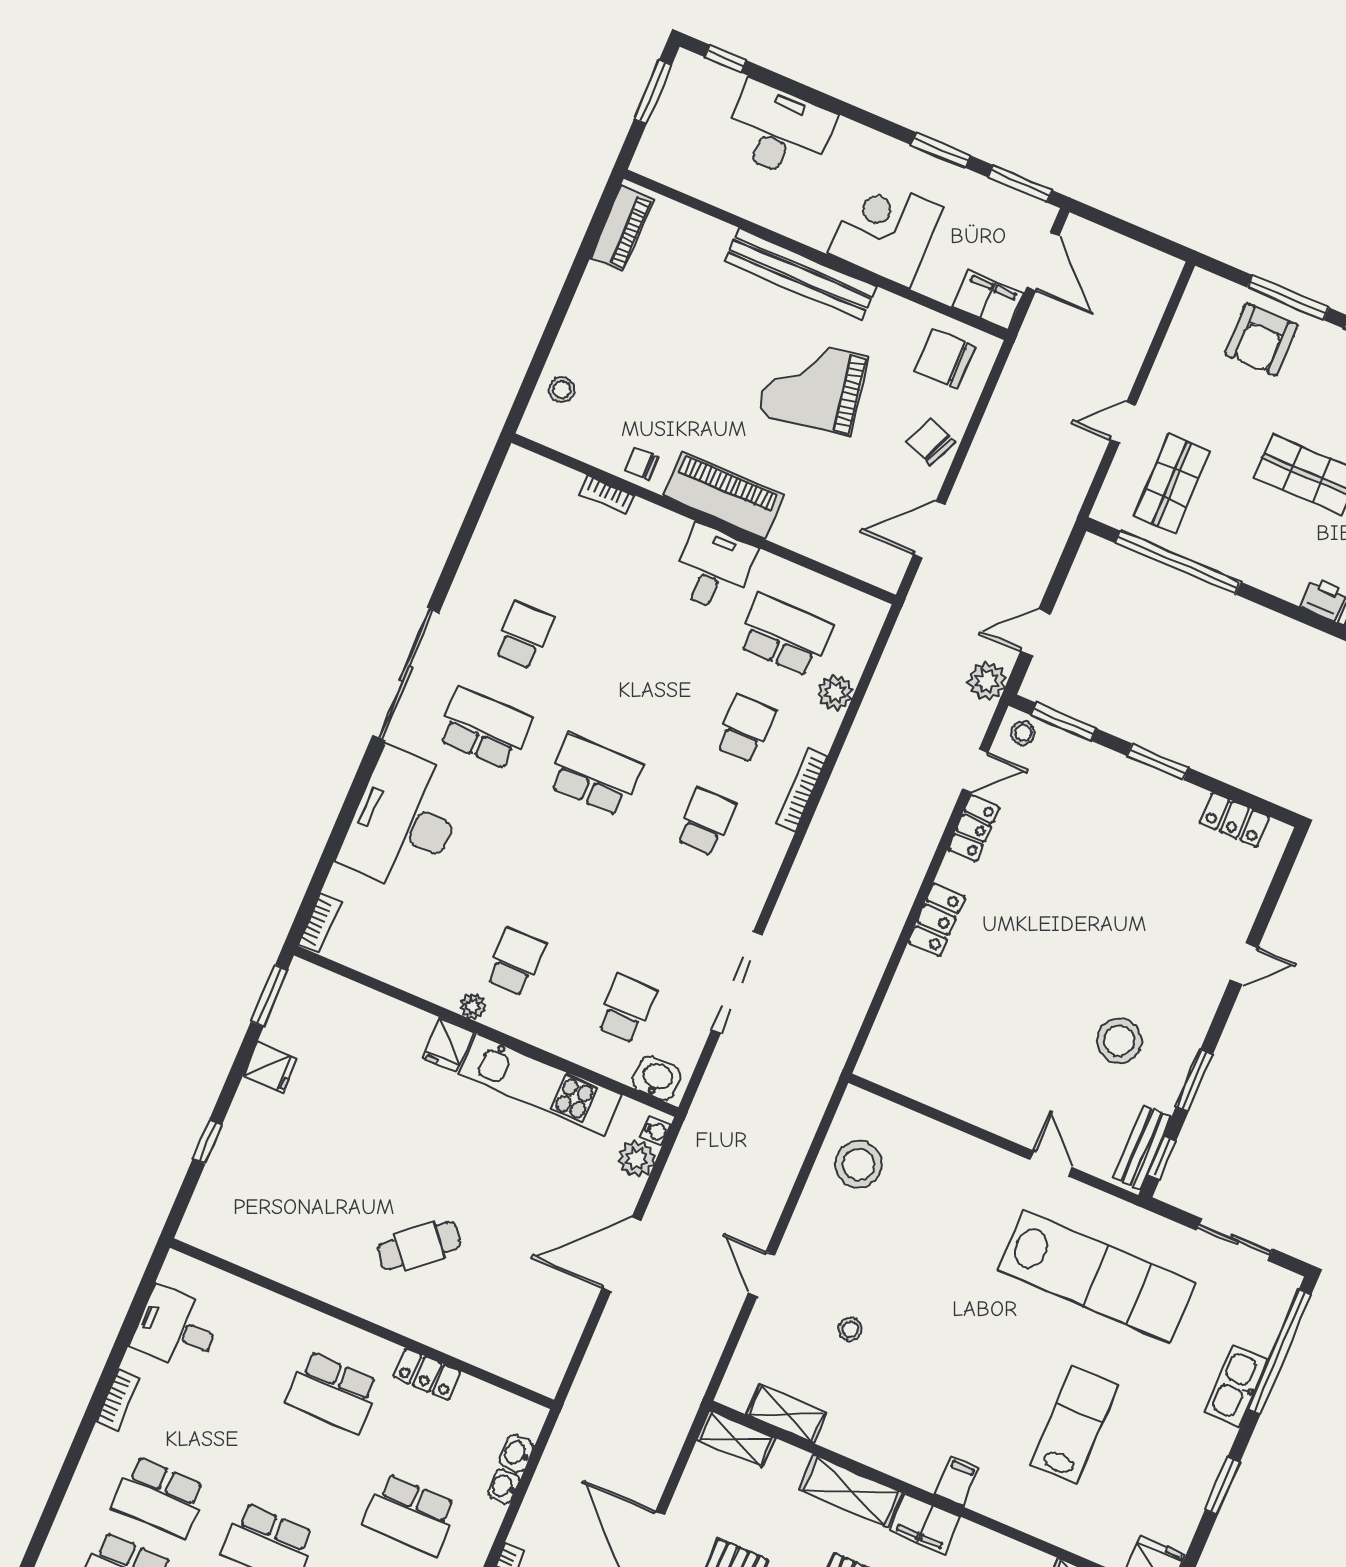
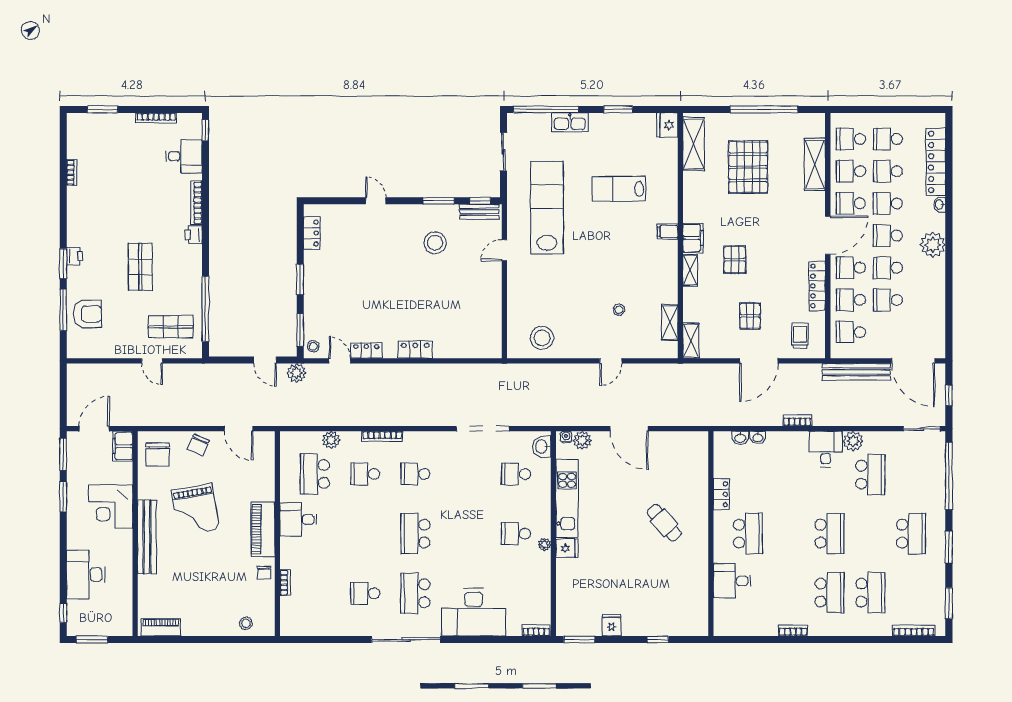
desk: (176, 1329) -> (732, 581), moved, turned 90
shelving: (851, 1491) -> (690, 270), width x0.67, depth x0.75
school desk: (410, 1514) -> (789, 475), removed

